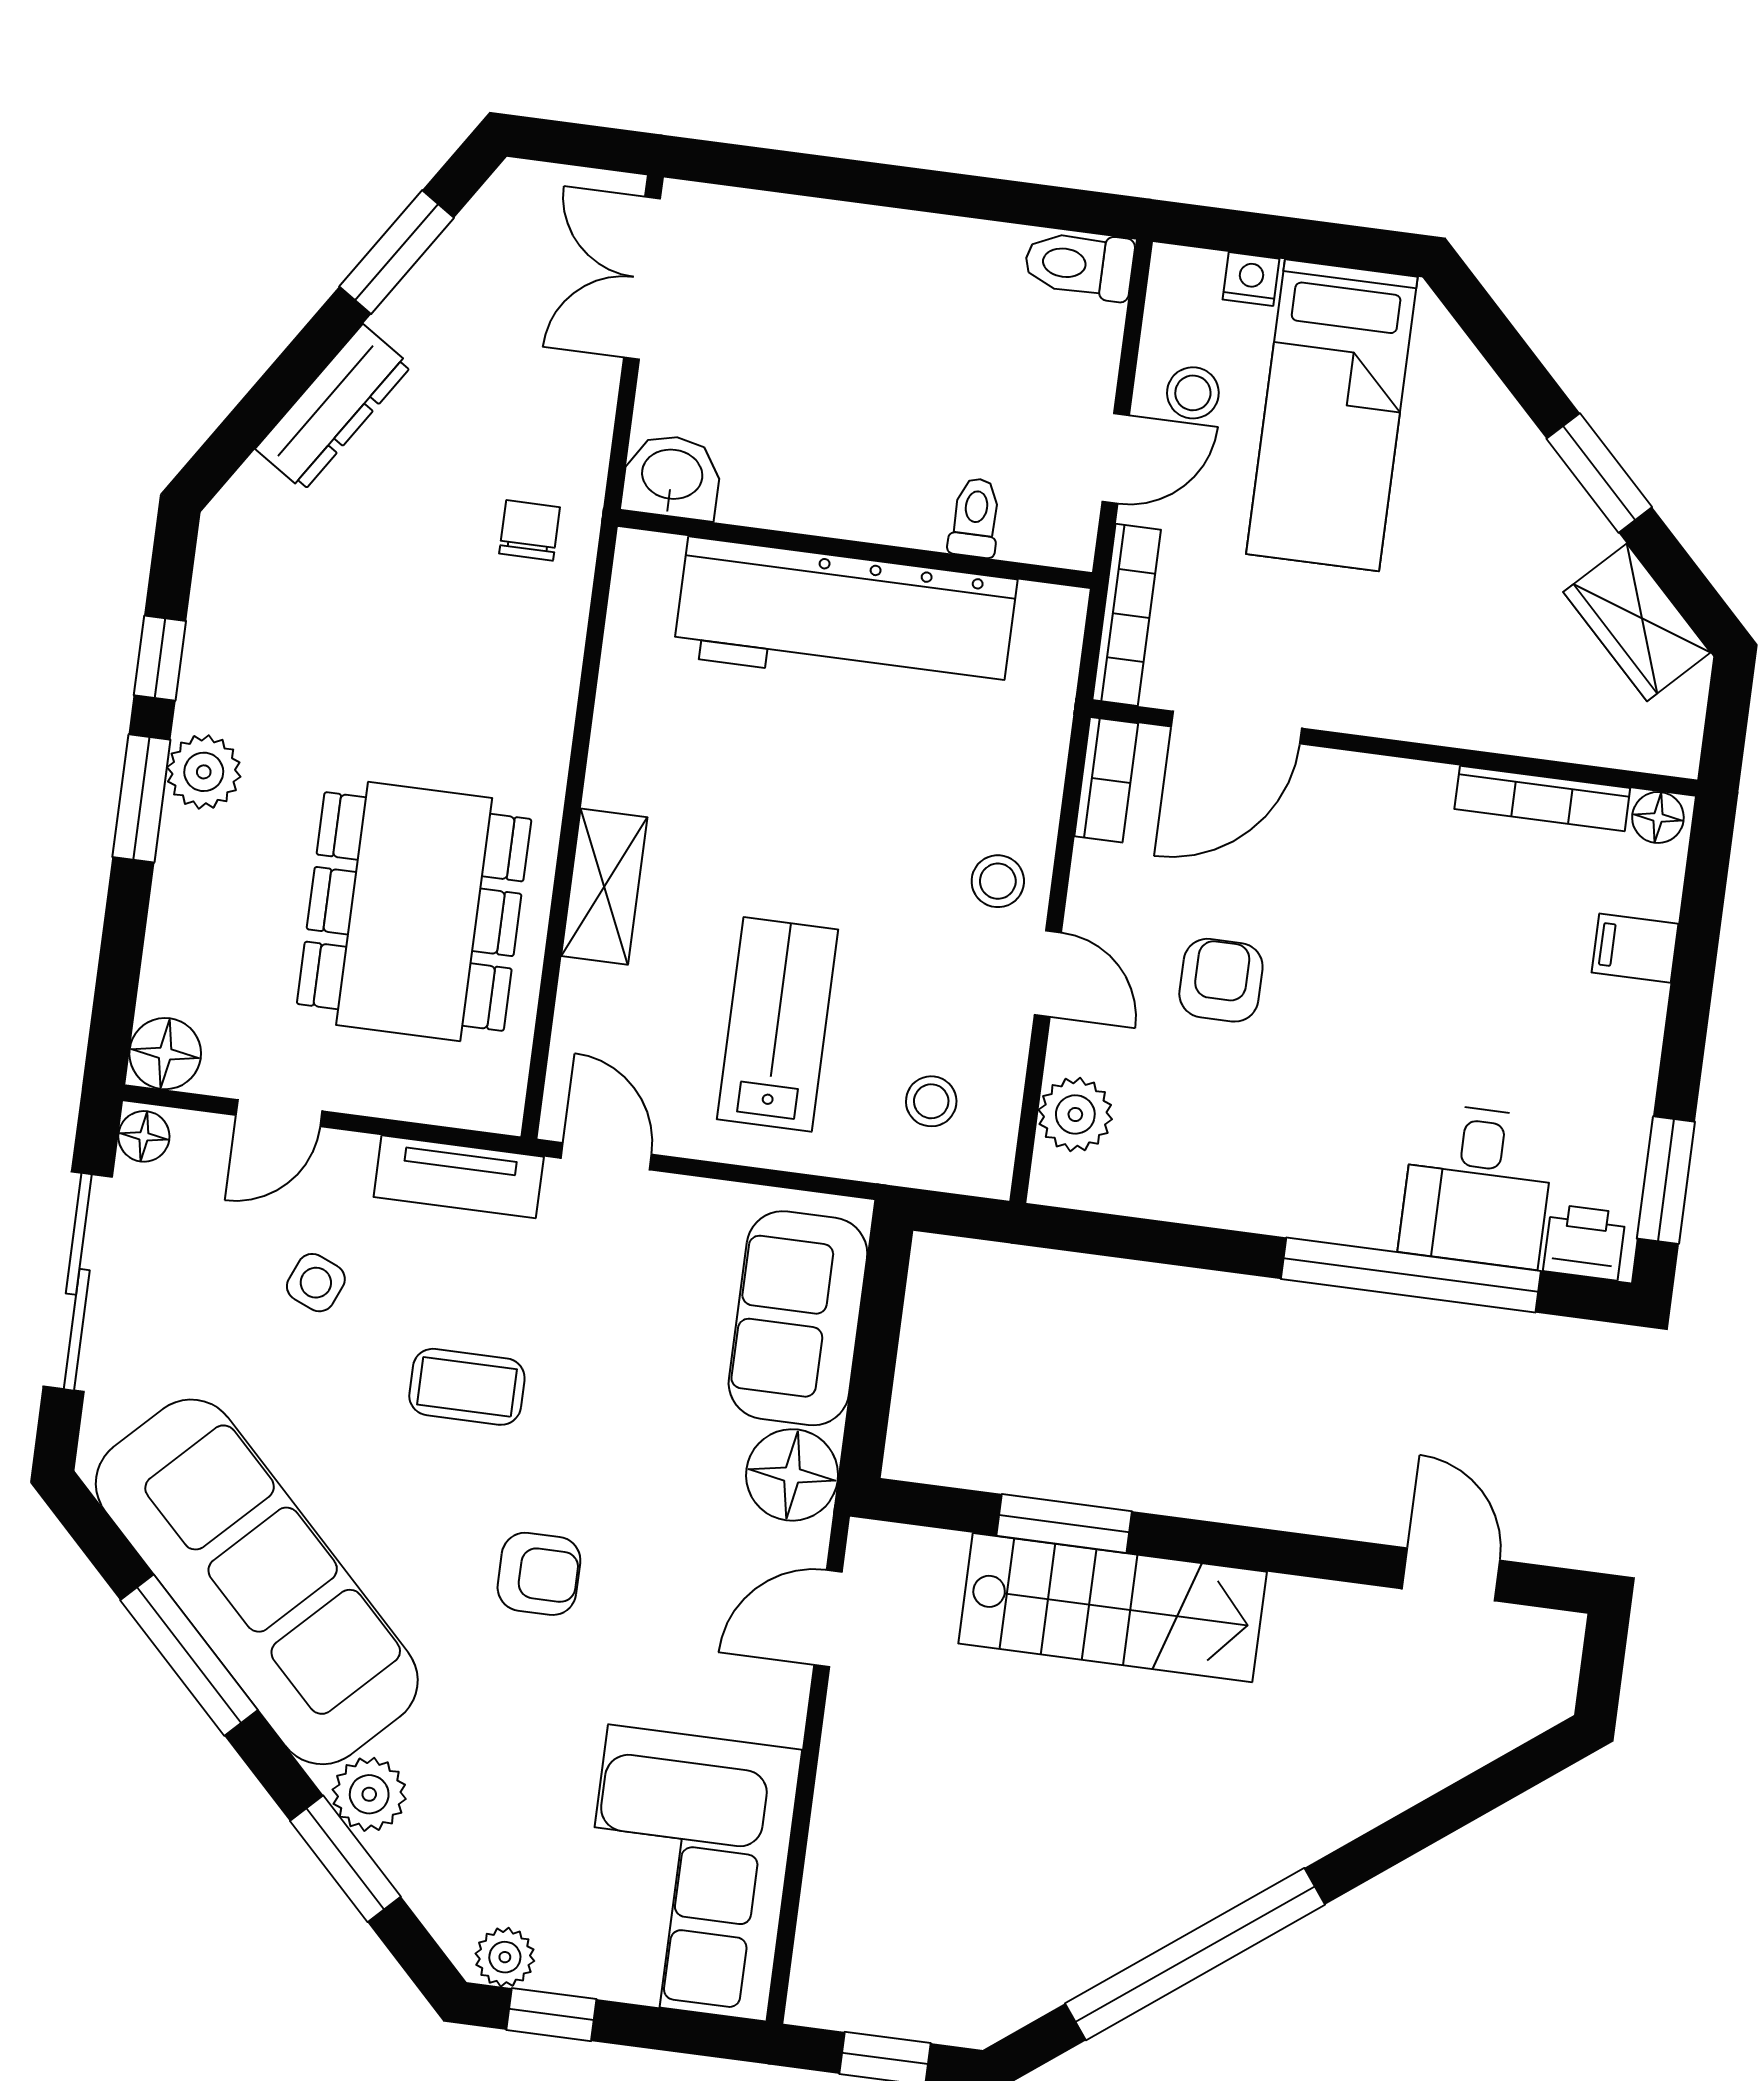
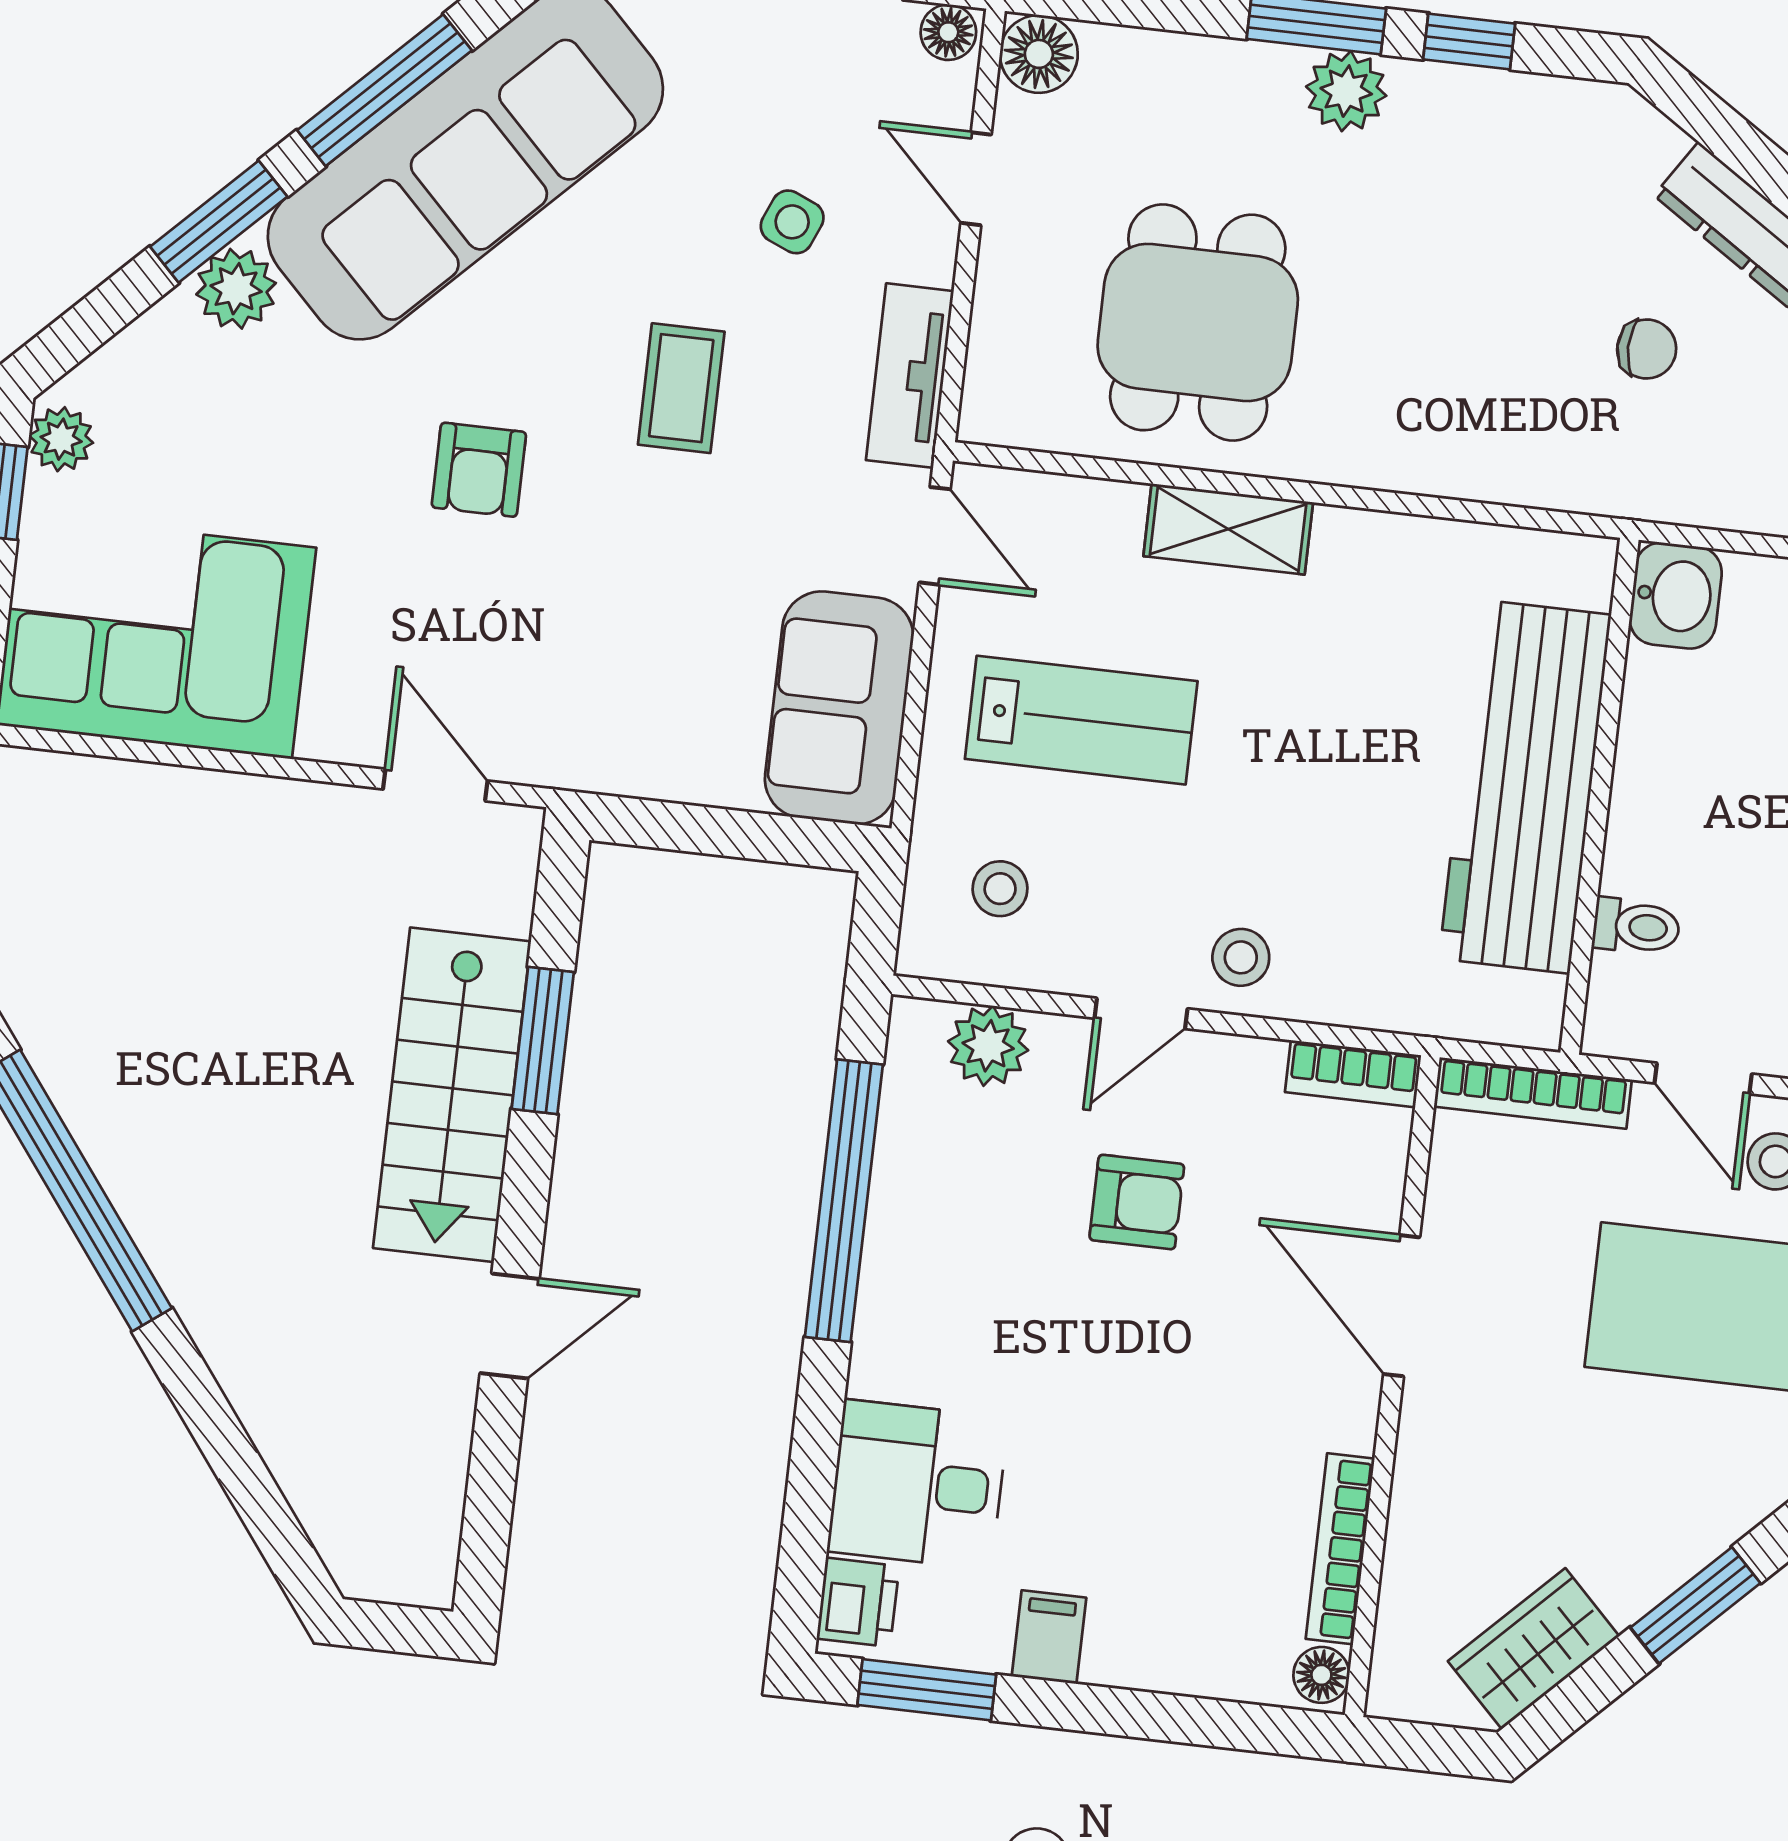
chair: (530, 530) -> (1647, 349), moved
door: (1236, 728) -> (1402, 1306), moved
dining table: (414, 912) -> (1198, 322), width x0.73
filing cabinet: (1635, 948) -> (1049, 1637), moved
door: (606, 1156) -> (935, 536), hinge flipped
window: (1411, 1275) -> (844, 1201), moved
sofa: (798, 1318) -> (839, 708), moved, turned -90
floor lamp: (792, 1475) -> (591, 744), removed
door: (1451, 1574) -> (510, 1326), moved
window: (345, 1859) -> (219, 222), moved

